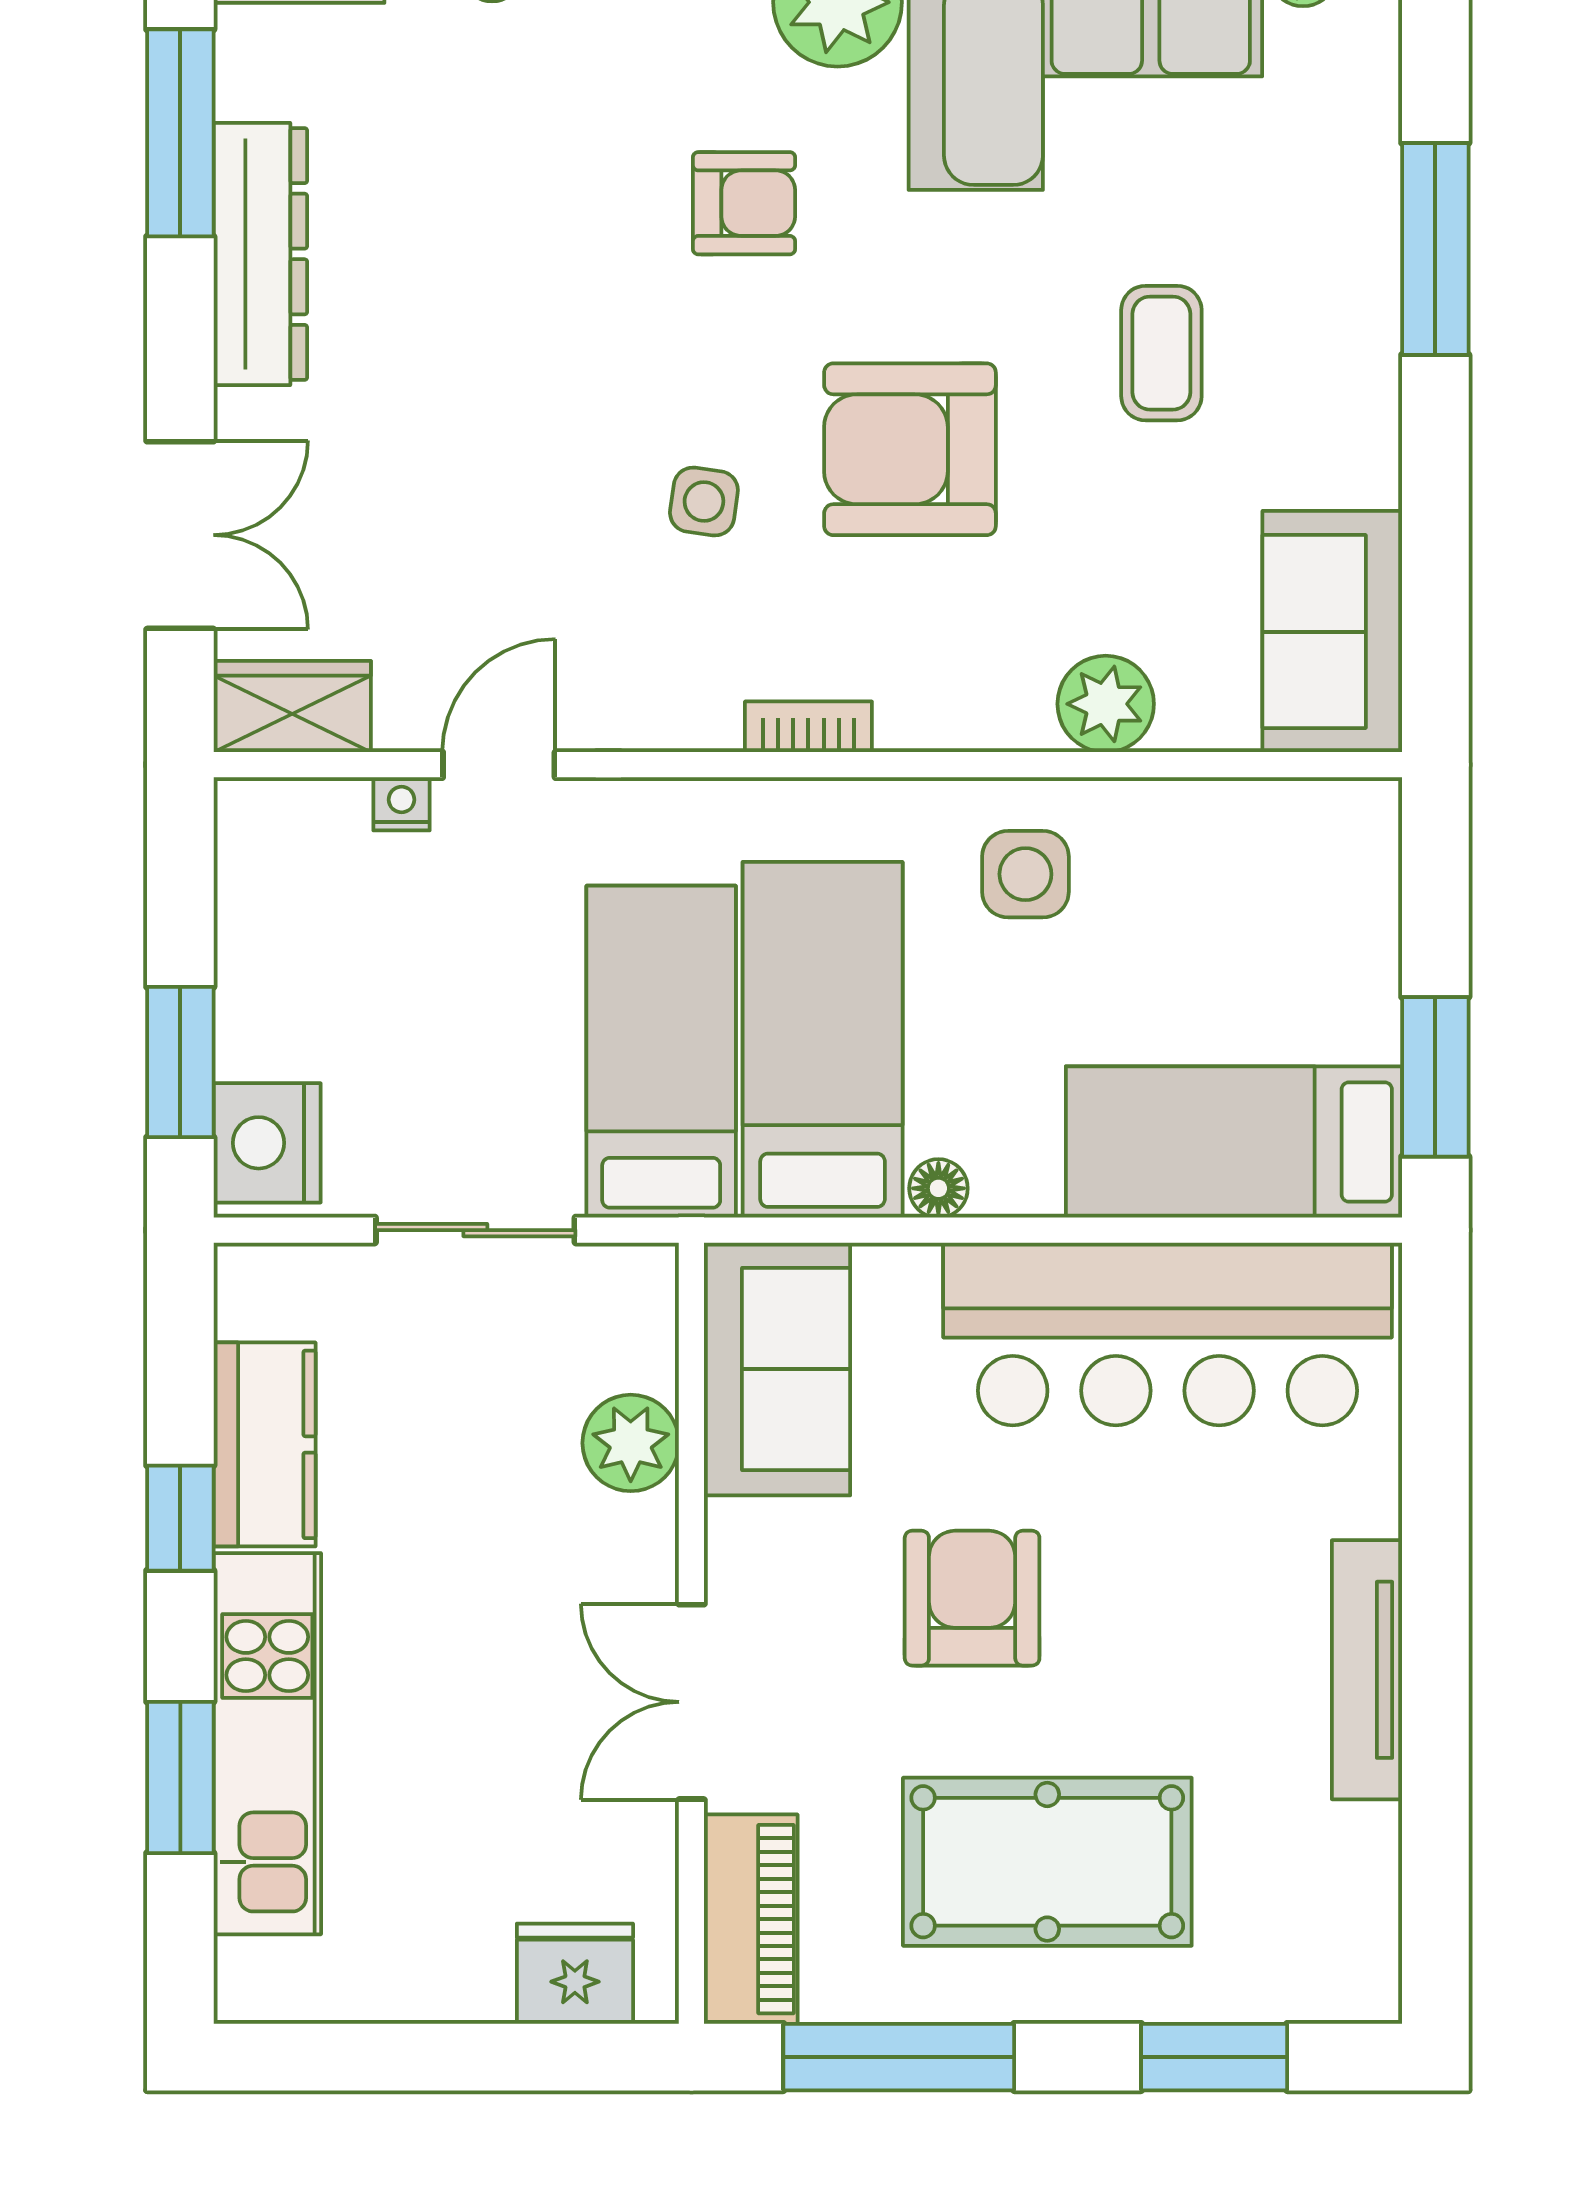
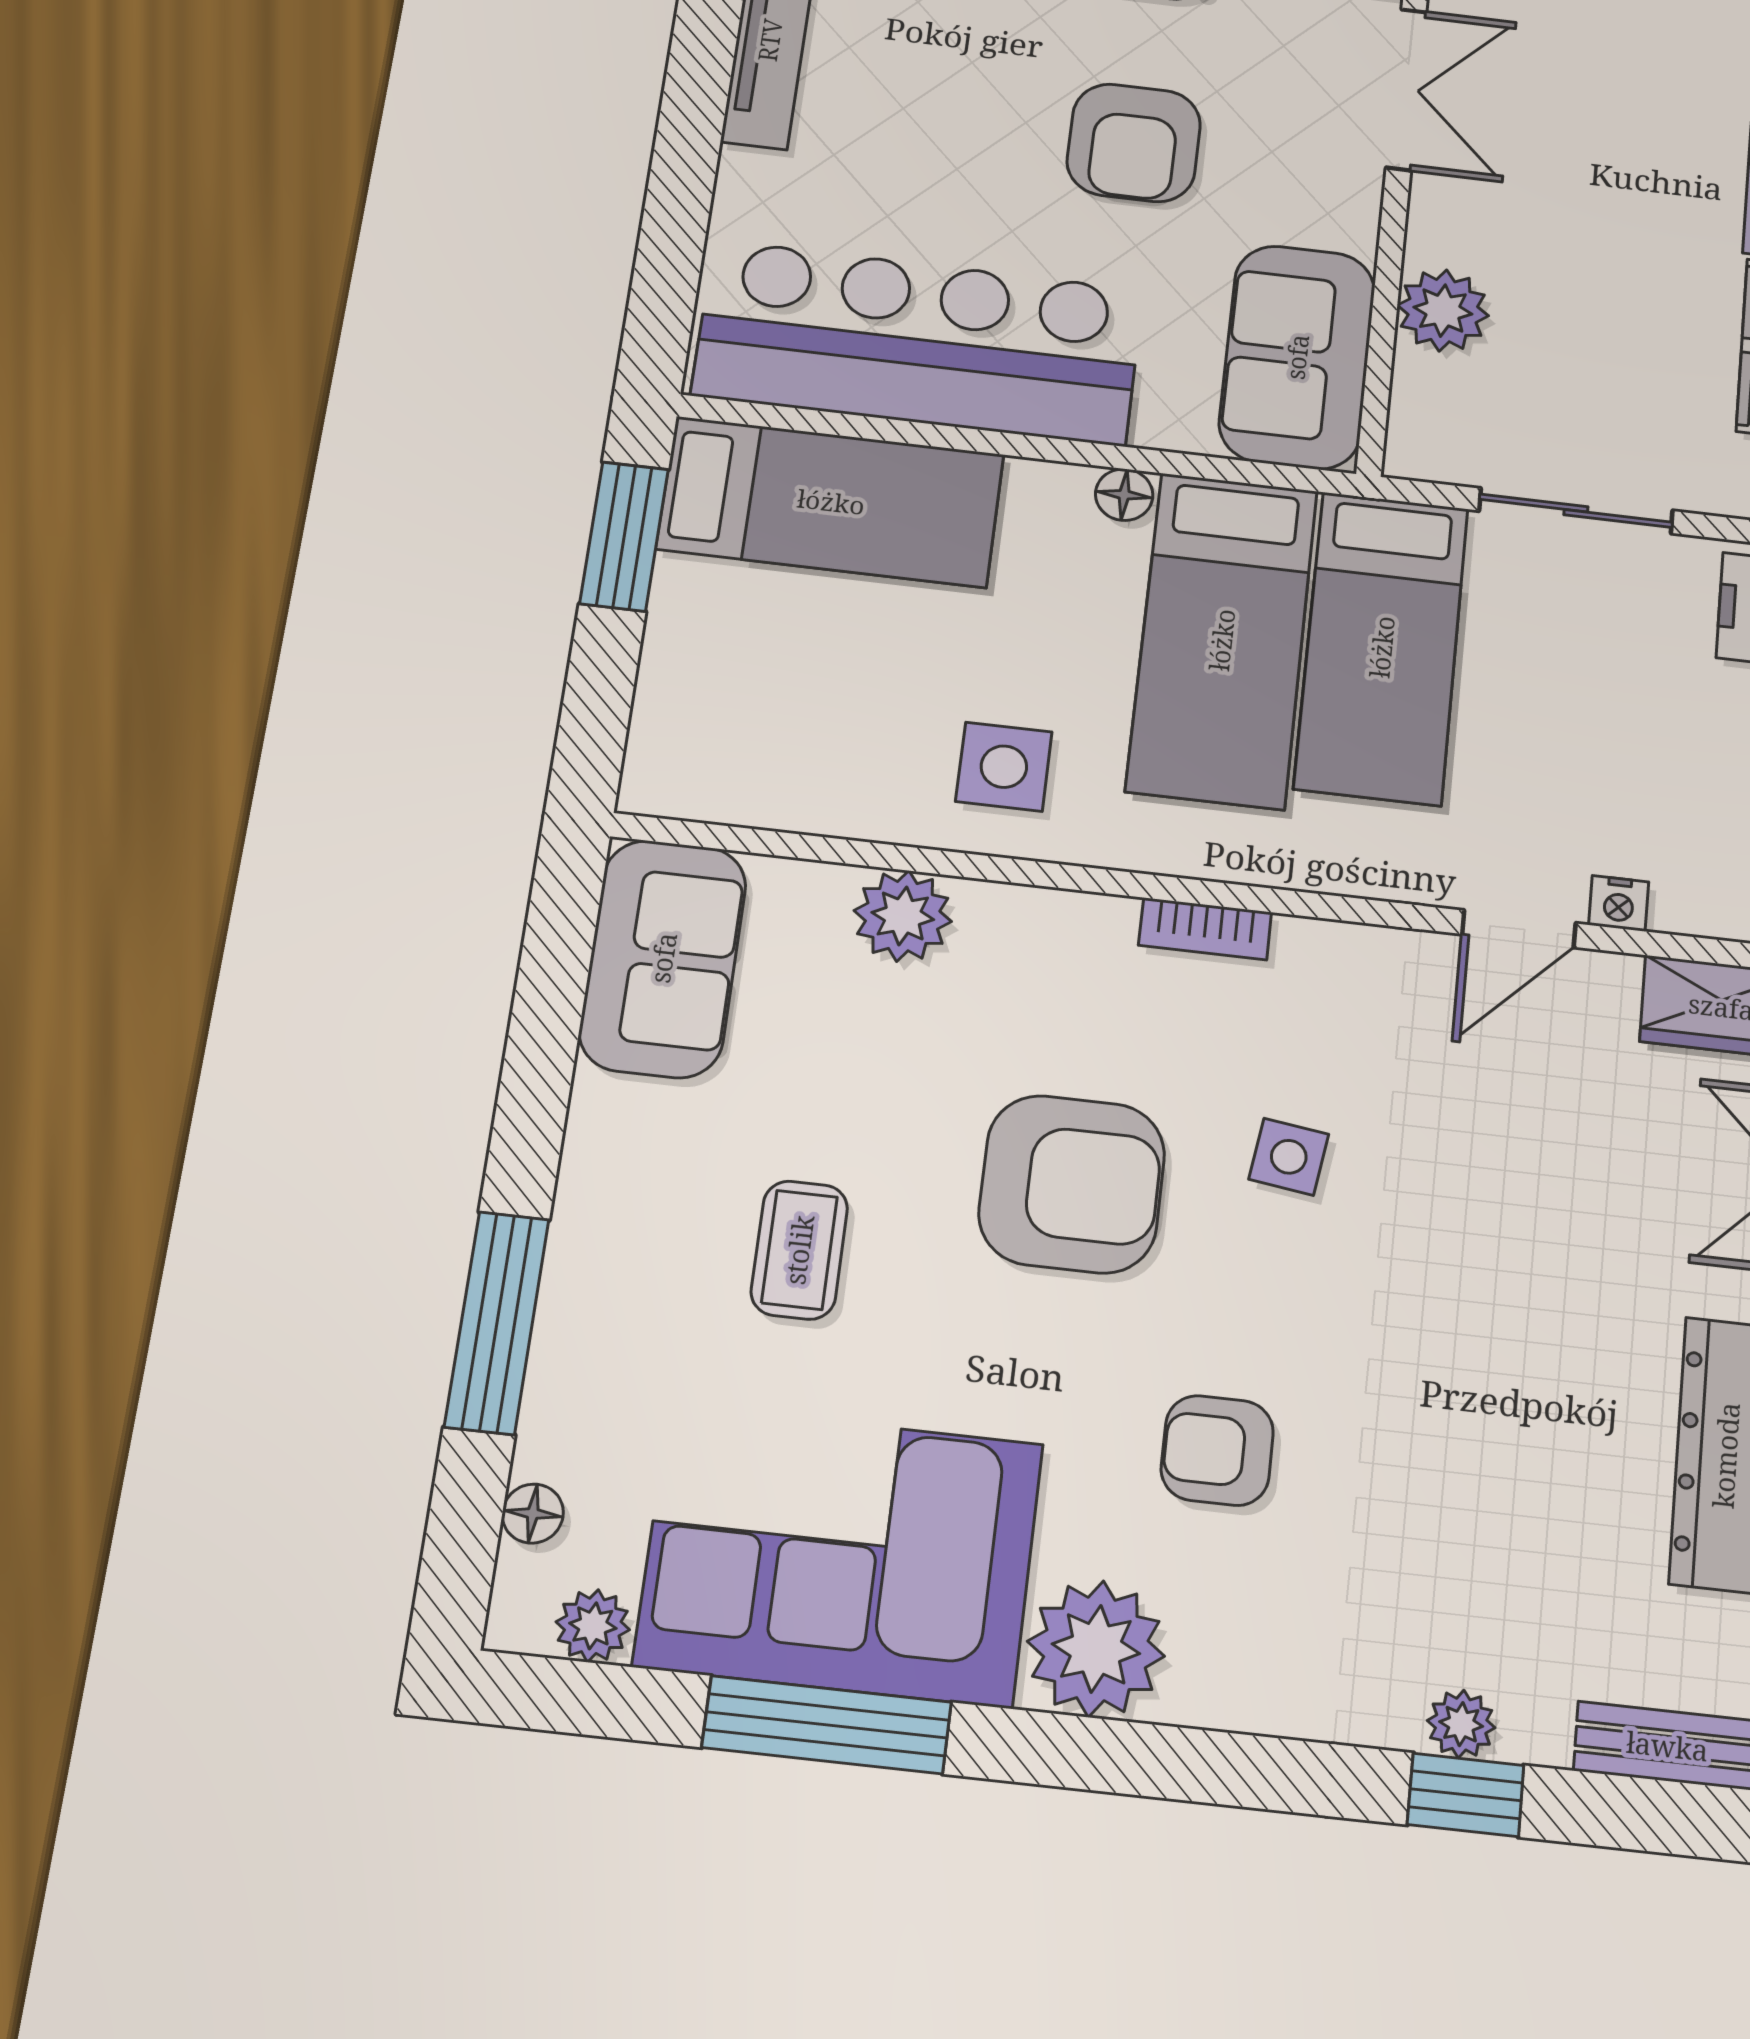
floor lamp: (1374, 70) -> (533, 1514), added

